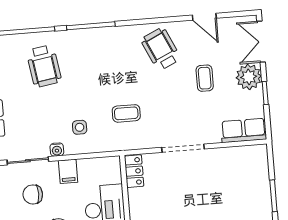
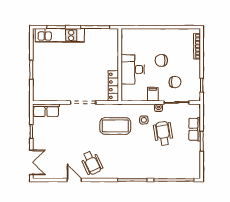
door: (204, 17) -> (74, 180), moved
wheelchair: (44, 66) -> (163, 133), moved
plant: (249, 77) -> (40, 142), removed
coffee table: (205, 78) -> (67, 143), removed
coffee table: (126, 113) -> (115, 126), width x1.86, depth x1.72
locker: (134, 171) -> (113, 86), width x1.53

